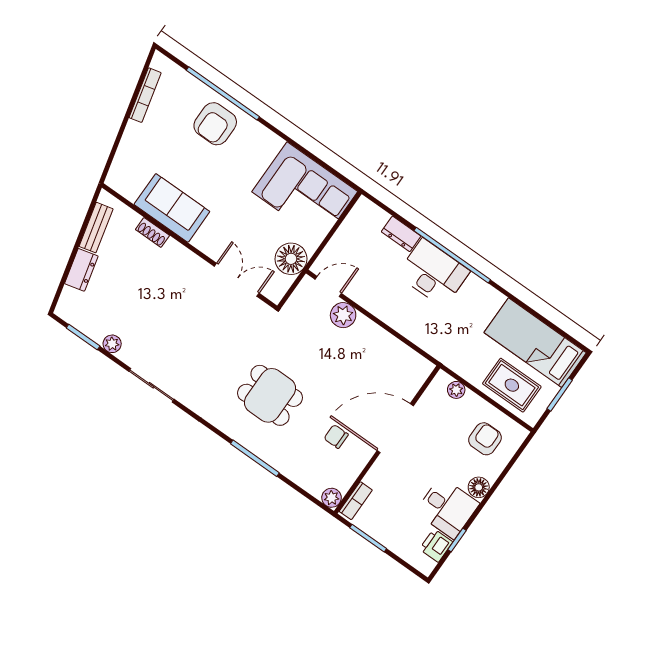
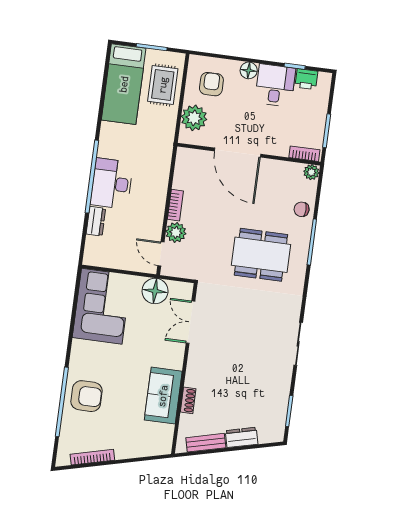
bookcase: (373, 330) -> (175, 205), added
plant: (112, 344) -> (283, 388), removed
plant: (456, 390) -> (194, 118), width x1.88, depth x1.88
dining table: (270, 395) -> (261, 255), width x1.38
chair: (336, 436) -> (302, 209), moved, turned 90
armchair: (485, 439) -> (211, 84), turned 90

